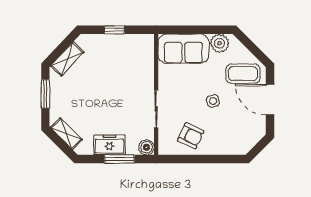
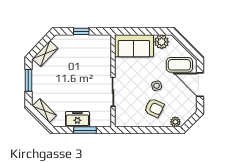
armchair: (191, 136) -> (154, 108), moved
boiler: (146, 147) -> (106, 121), removed
plant: (238, 148) -> (175, 122), added

